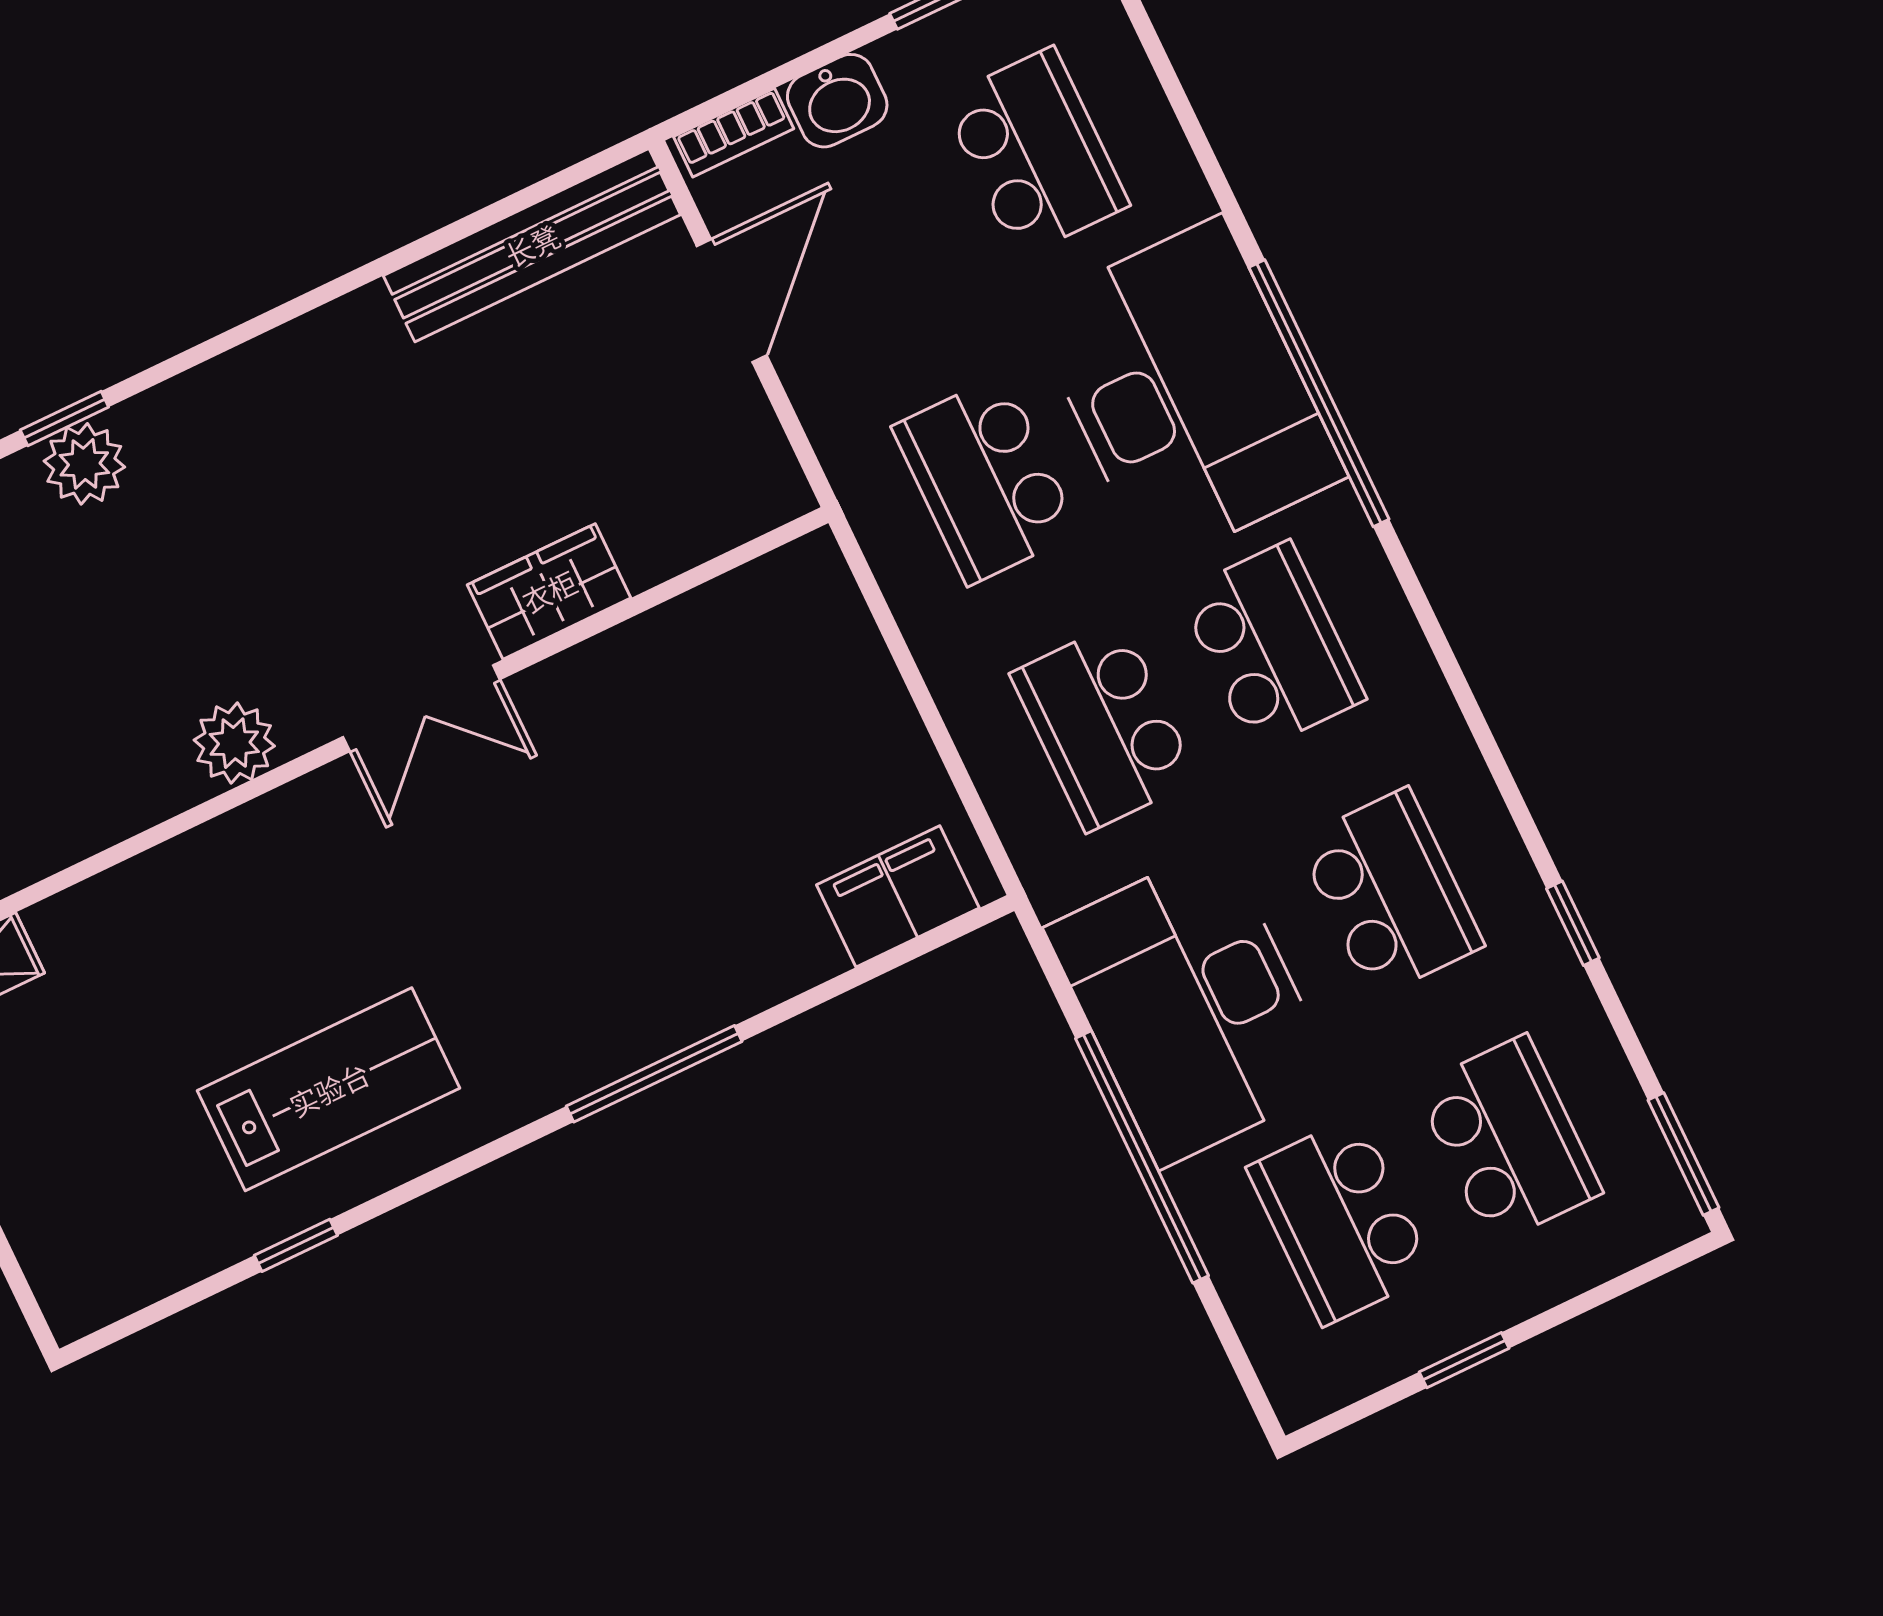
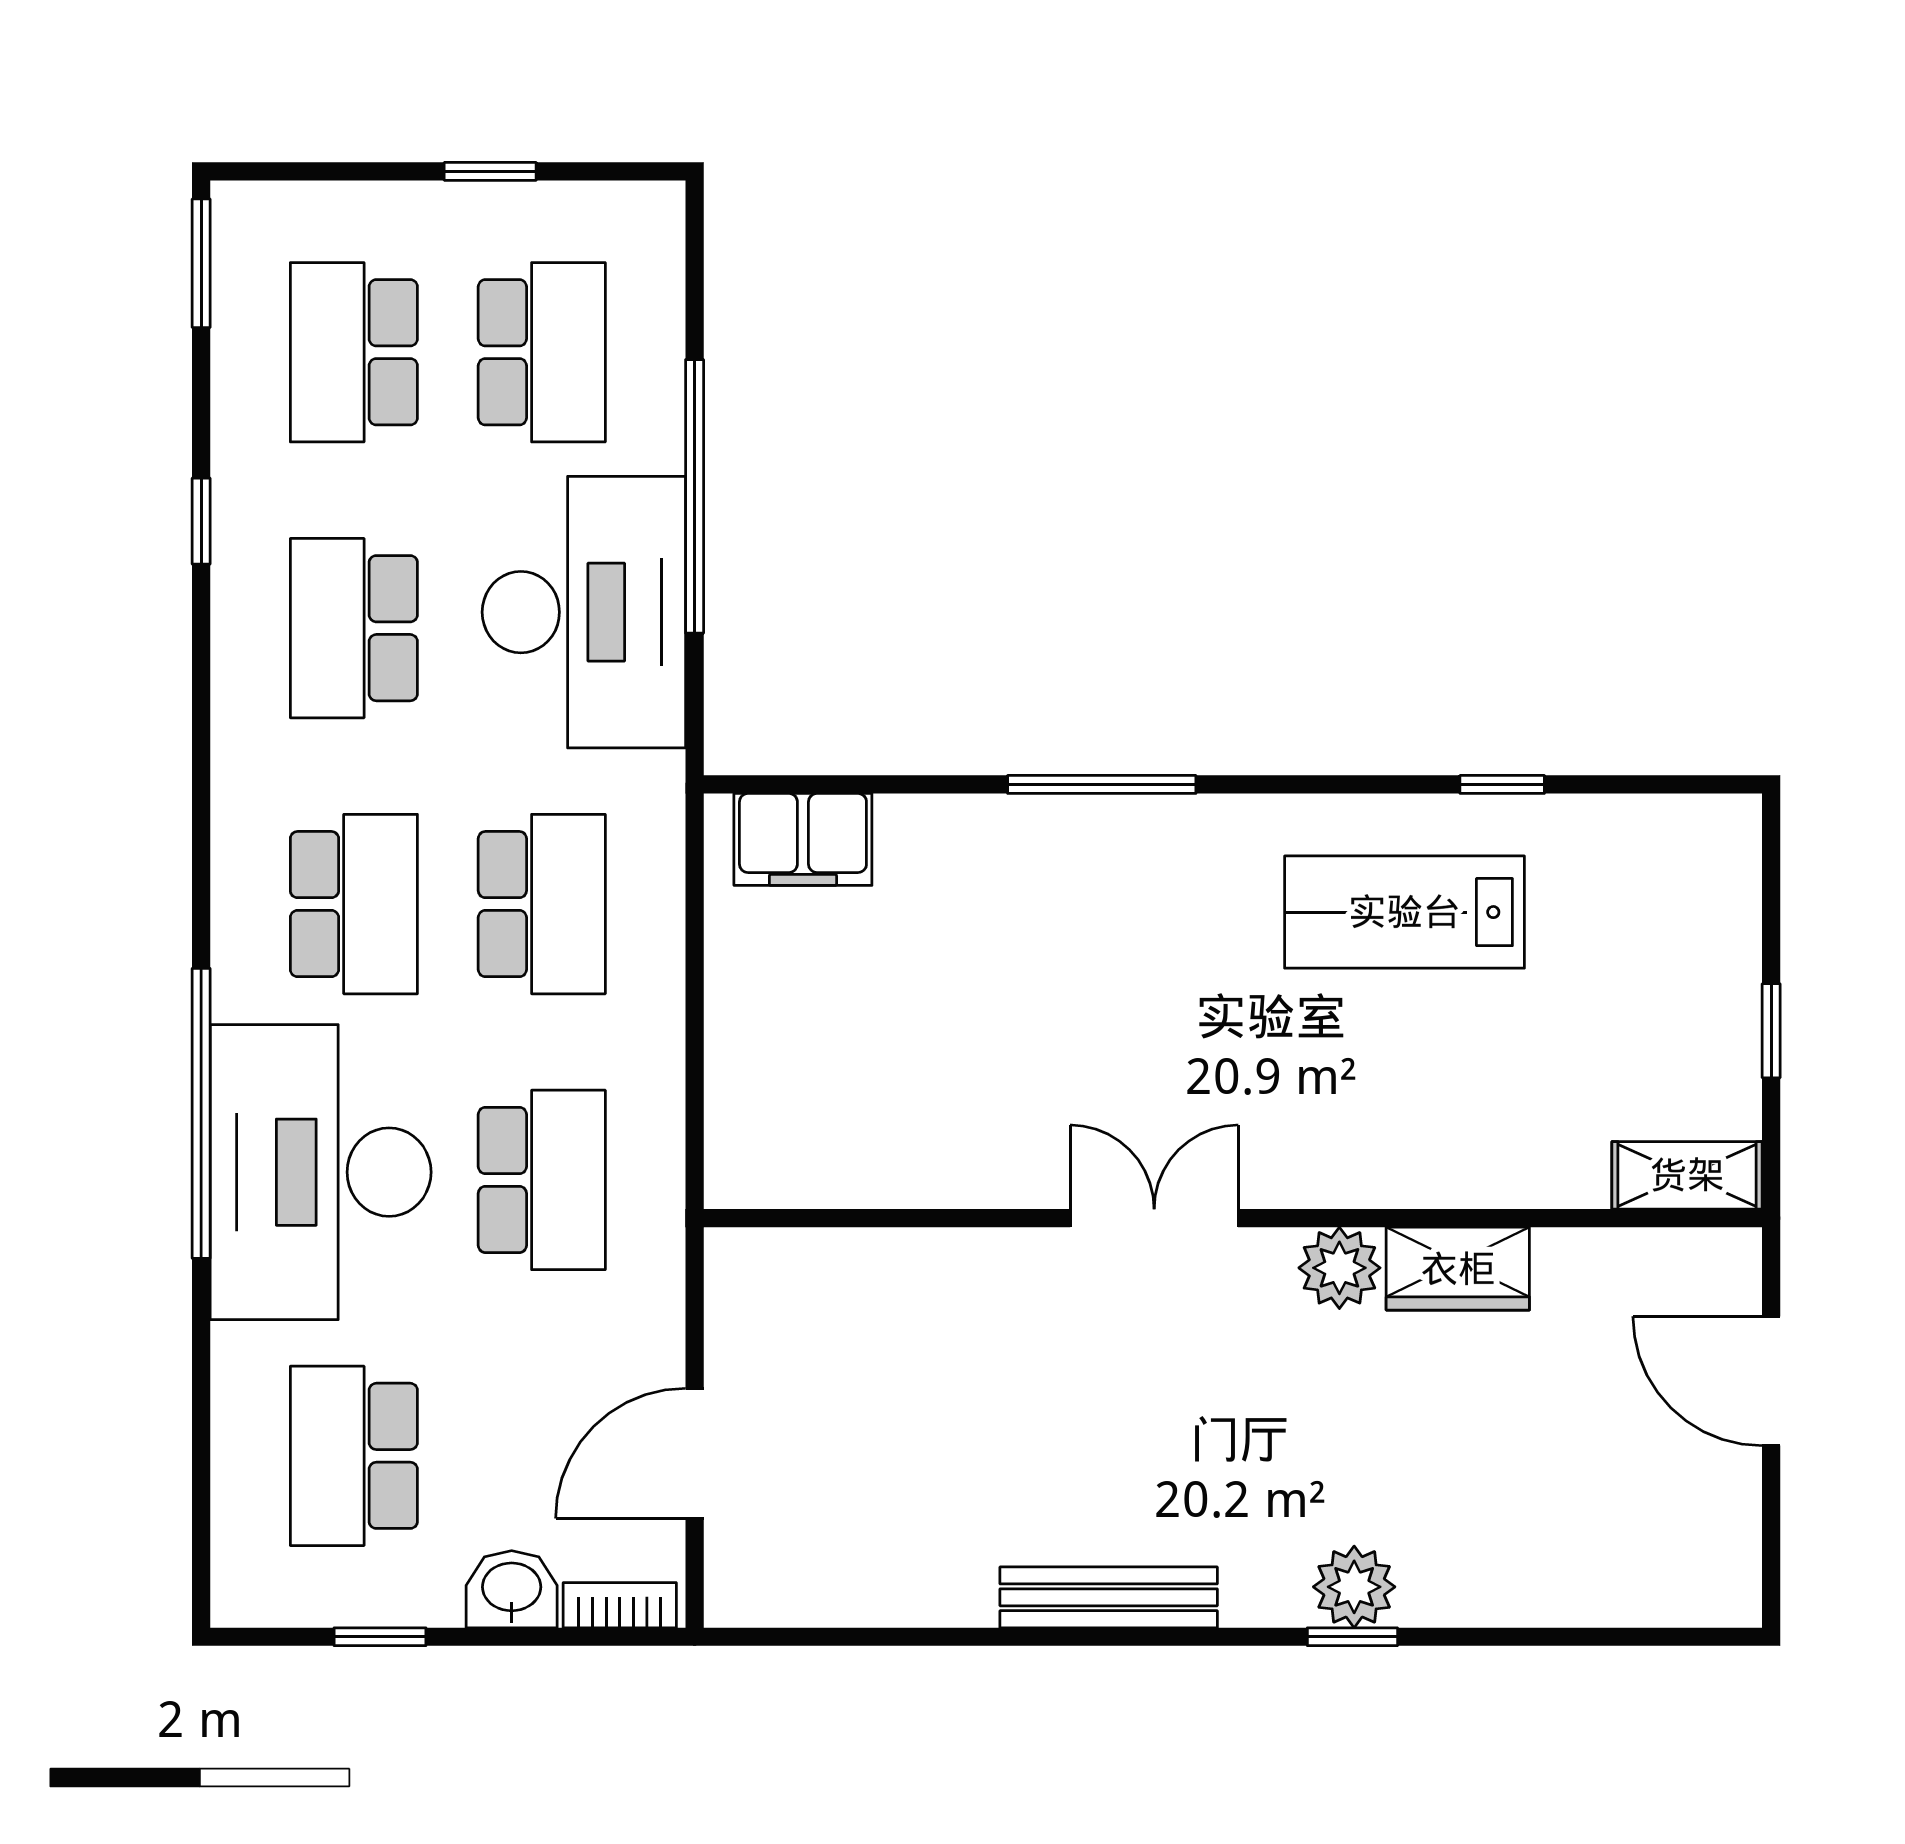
bench: (532, 245) -> (1109, 1597), moved, width x0.73, depth x0.82
wardrobe: (549, 591) -> (1458, 1269), moved
school desk: (1272, 646) -> (354, 904), turned 180

